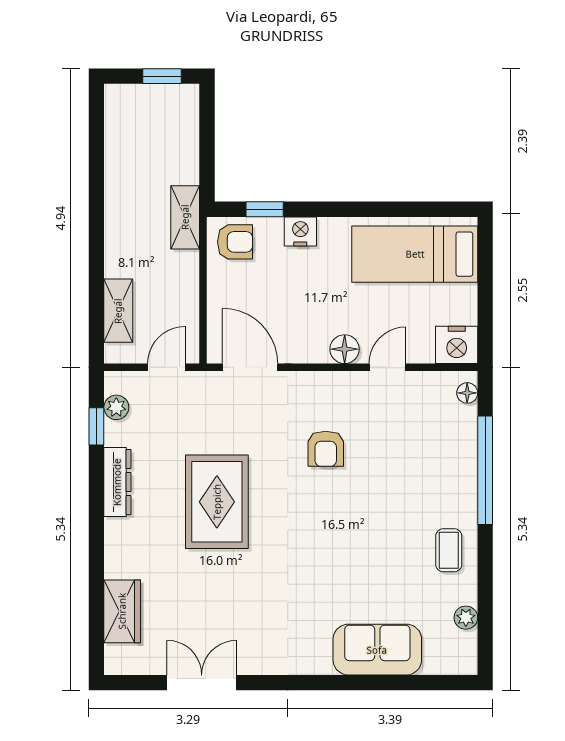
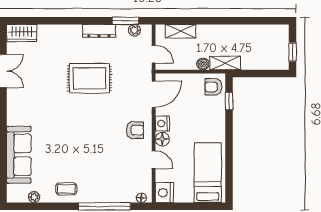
nightstand: (300, 231) -> (162, 123), moved, turned 180
armchair: (235, 242) -> (213, 87), turned 90
boiler: (187, 264) -> (203, 64), added
window: (96, 426) -> (125, 21), width x1.50
armchair: (326, 449) -> (135, 130), moved, turned 180
wardrobe: (122, 611) -> (22, 33), moved
sofa: (377, 650) -> (19, 155), width x1.36

